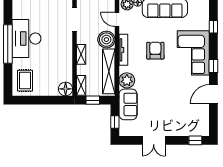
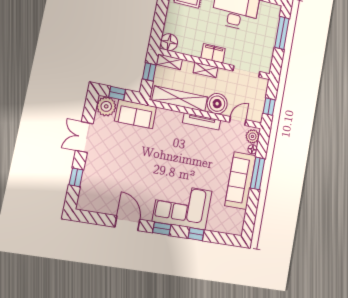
window: (213, 27) -> (196, 234), moved
filing cabinet: (66, 51) -> (213, 53), added
armchair: (155, 51) -> (194, 160), removed
plant: (127, 80) -> (106, 106), moved
window: (195, 140) -> (76, 177), moved

